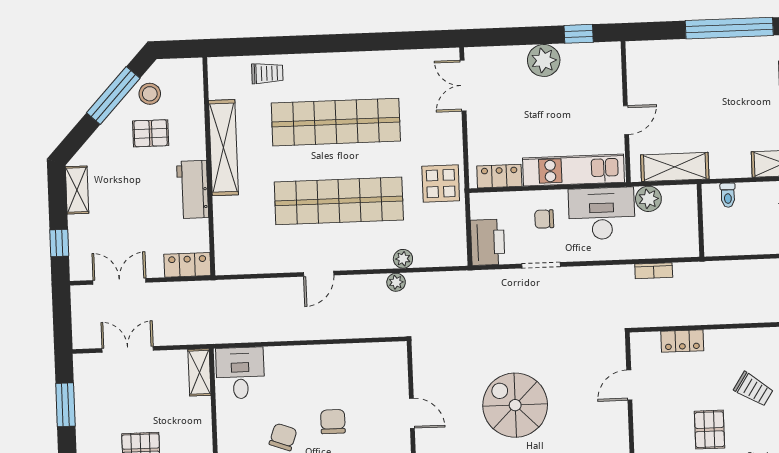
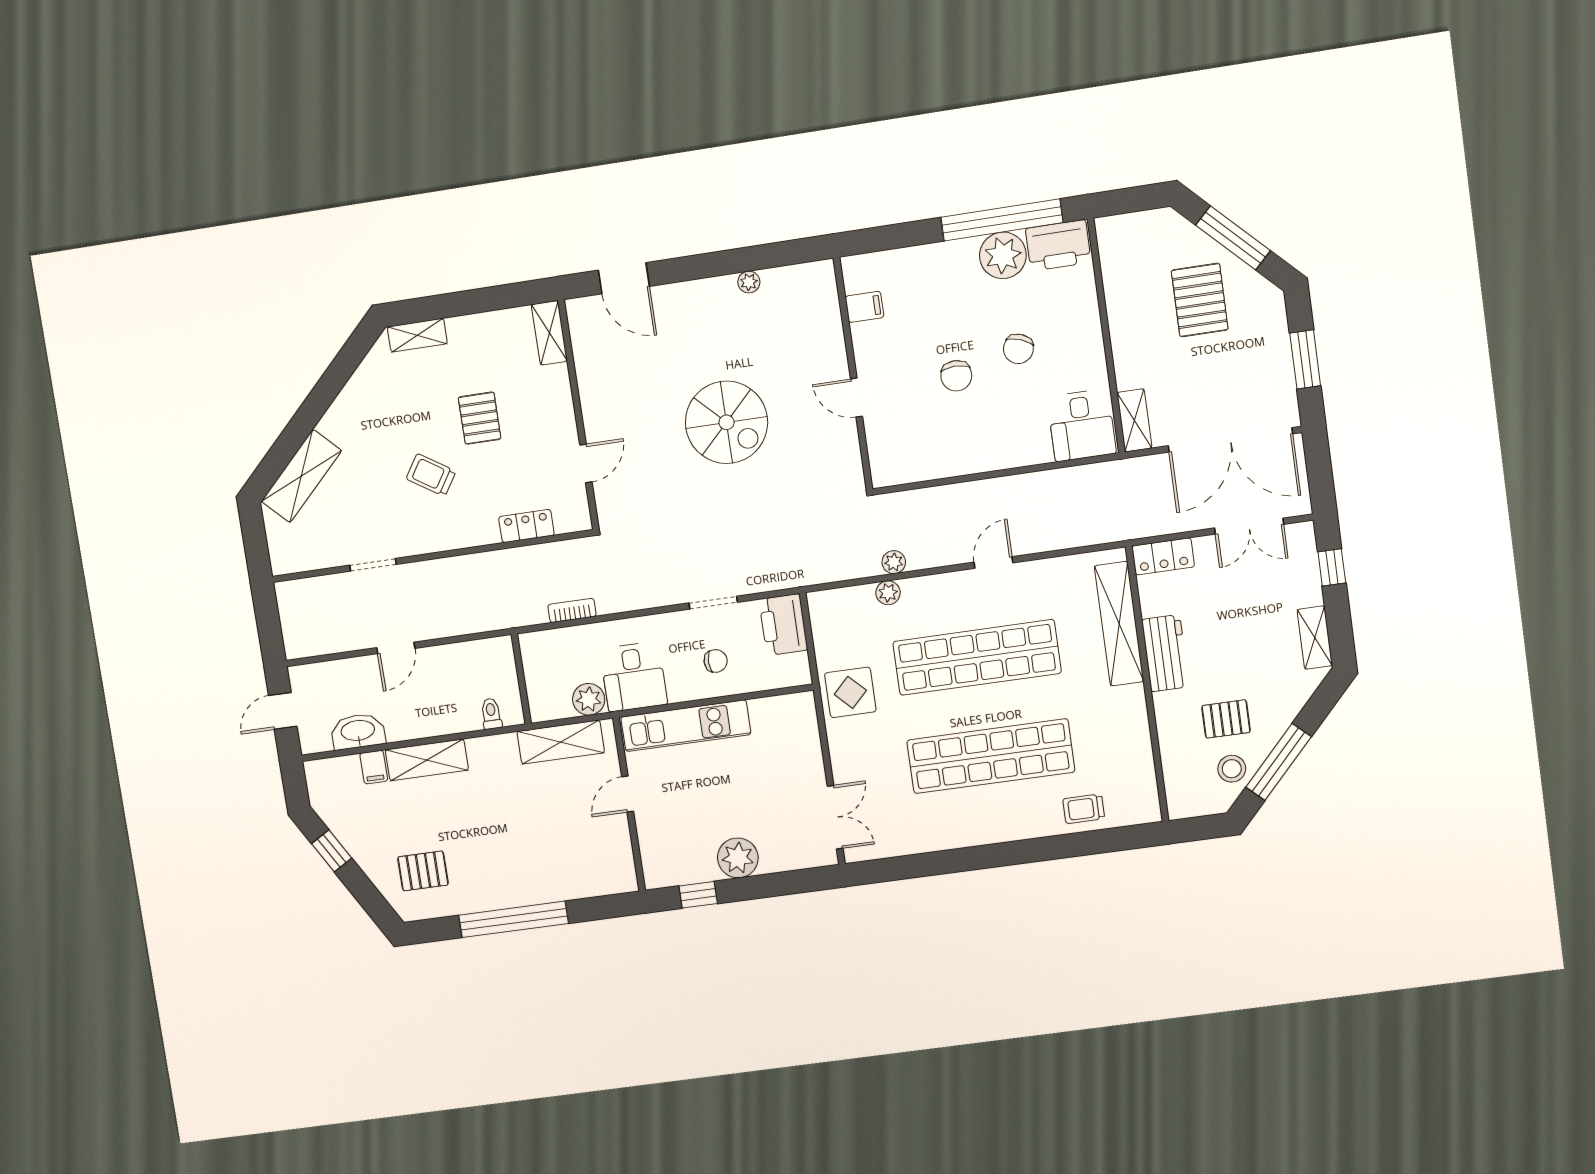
shelving: (223, 148) -> (1119, 624), moved
locker: (499, 176) -> (778, 709), removed
desk: (602, 213) -> (634, 677), width x0.73
double door: (128, 349) -> (1230, 440), width x1.87

